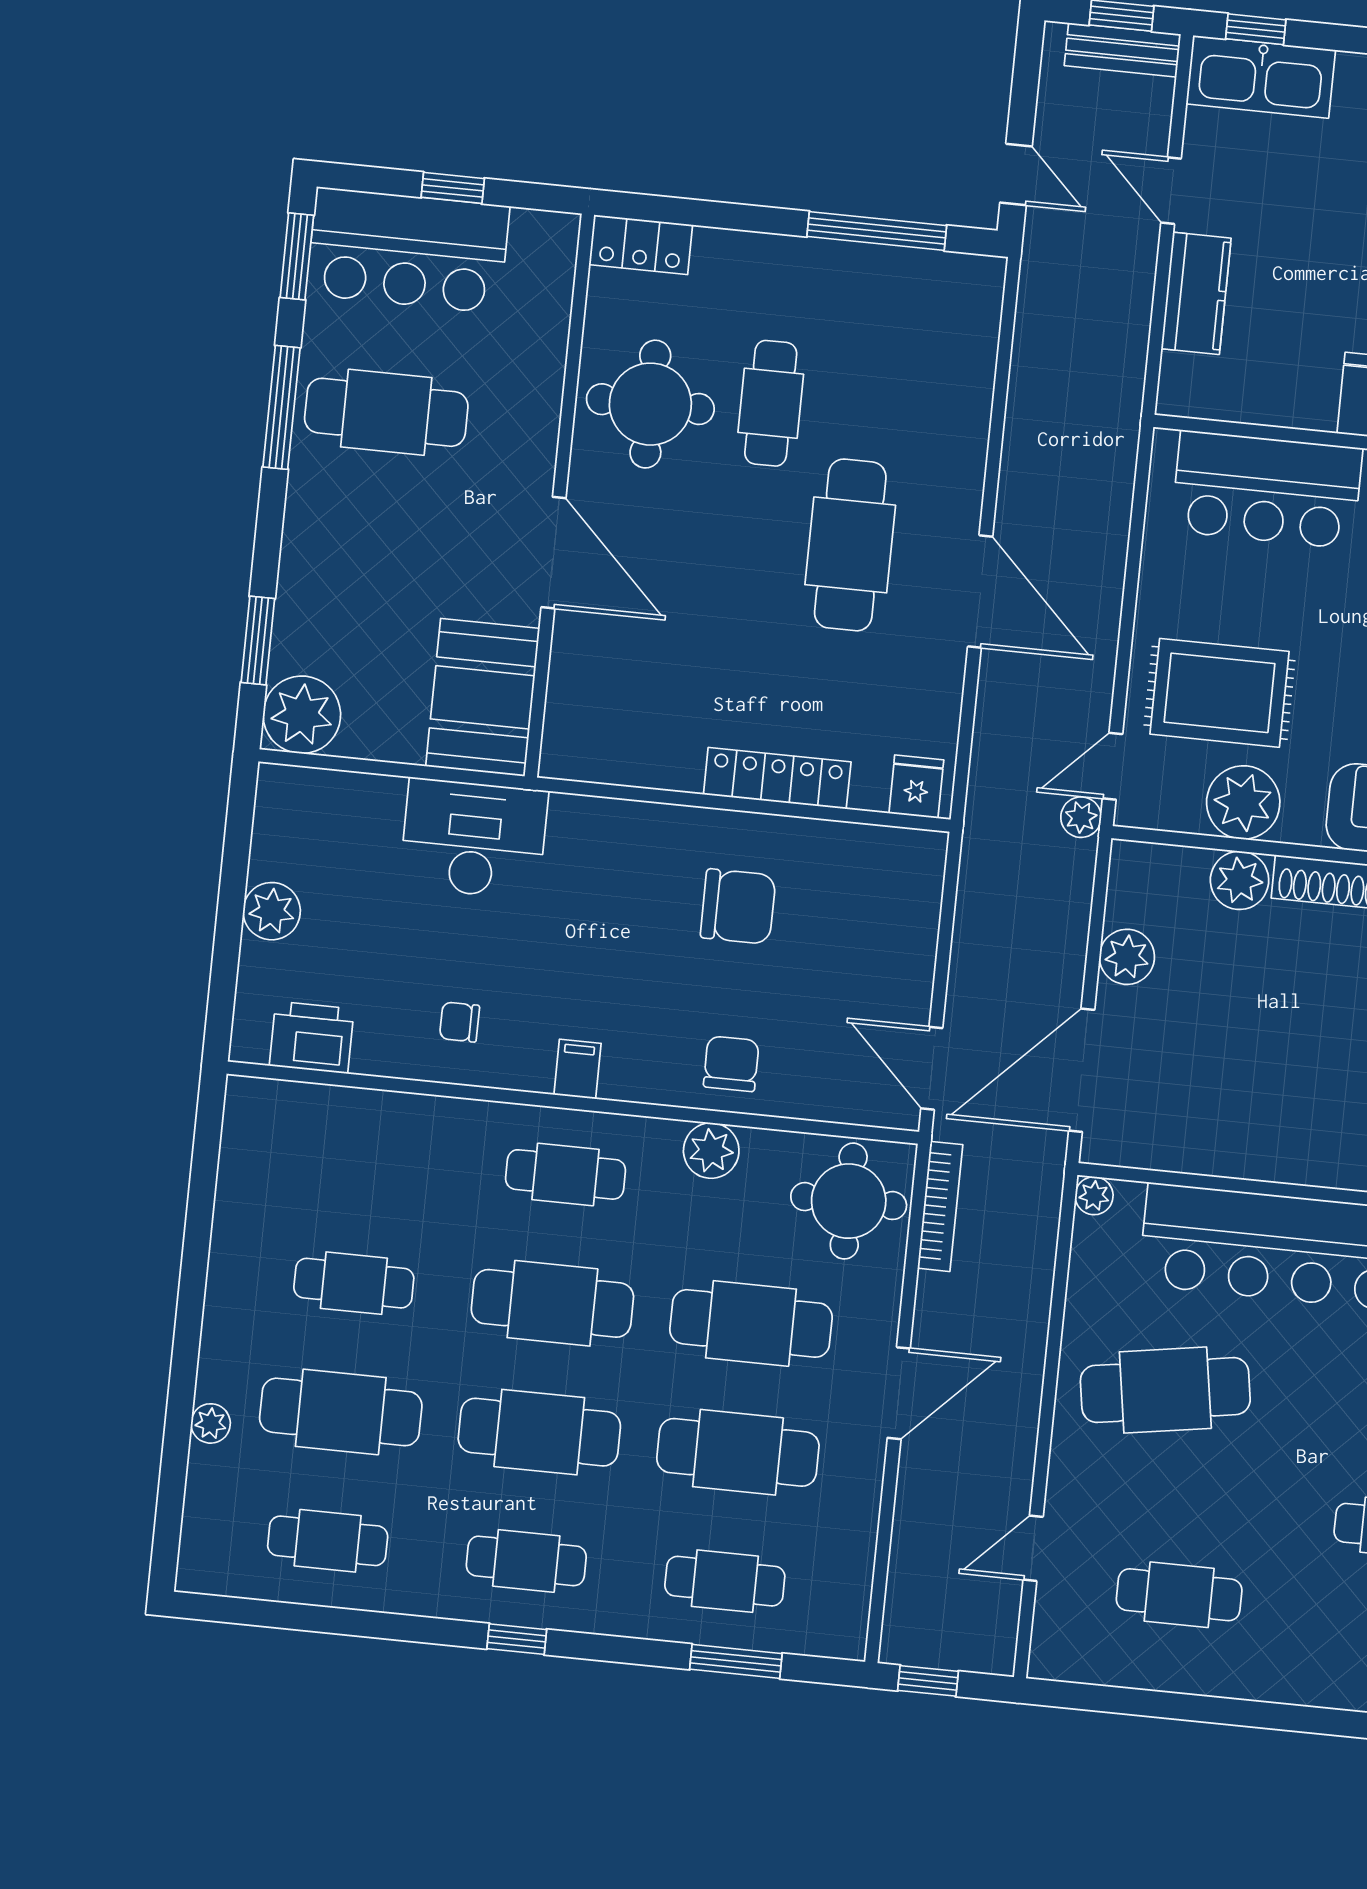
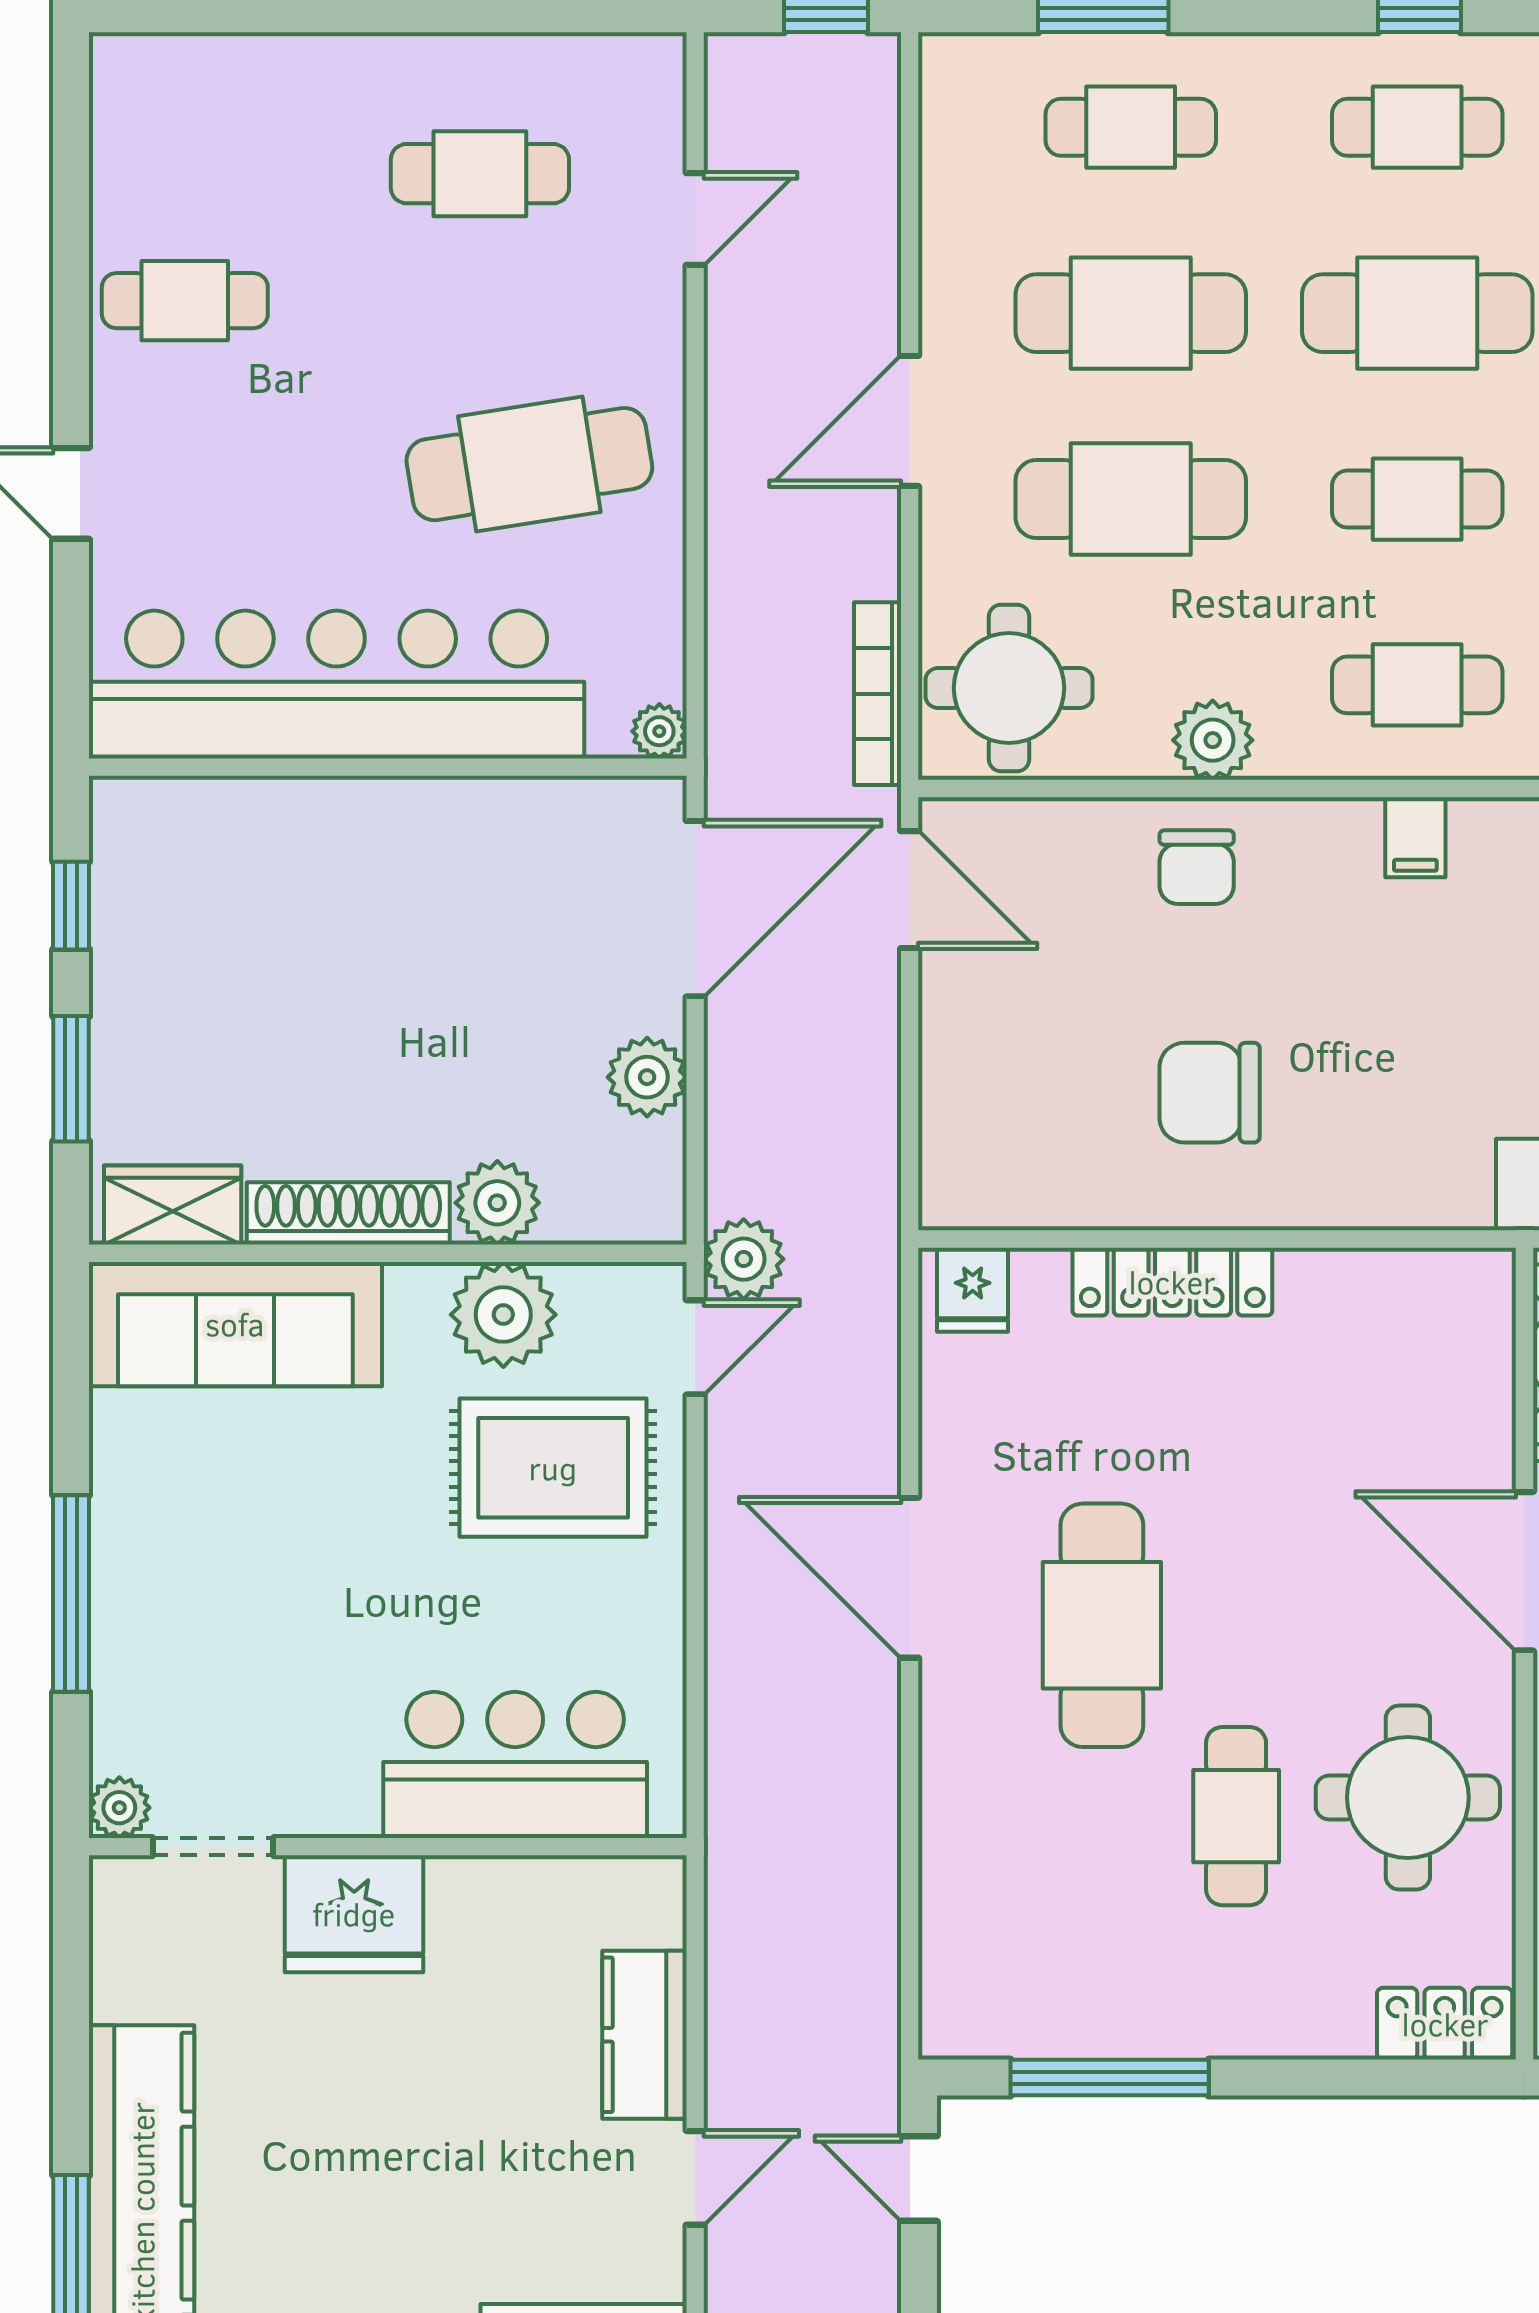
door: (1171, 191) -> (695, 2178), hinge flipped
plant: (1081, 817) -> (744, 1259), width x1.38, depth x1.38
cafe table: (552, 1303) -> (1417, 499), width x0.73, depth x0.74

